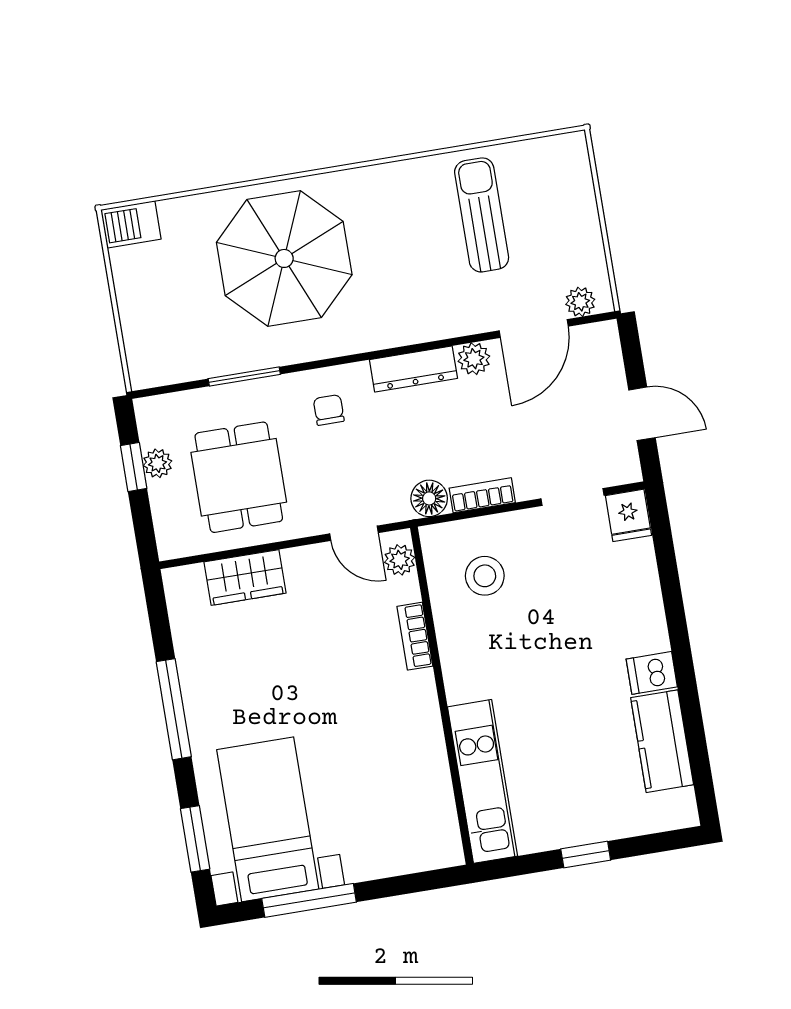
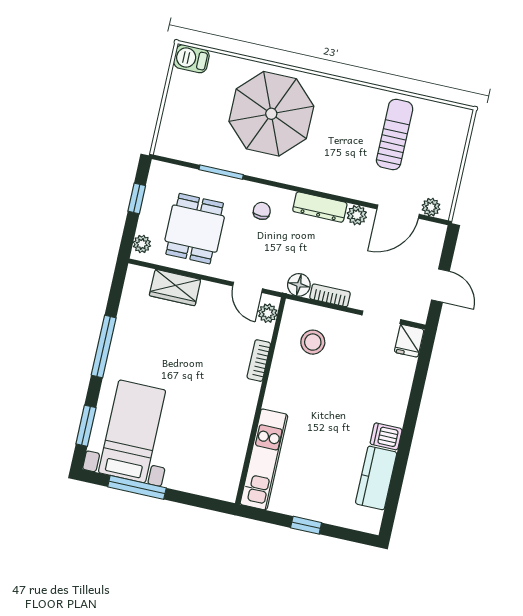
plant: (158, 463) -> (142, 244), moved

